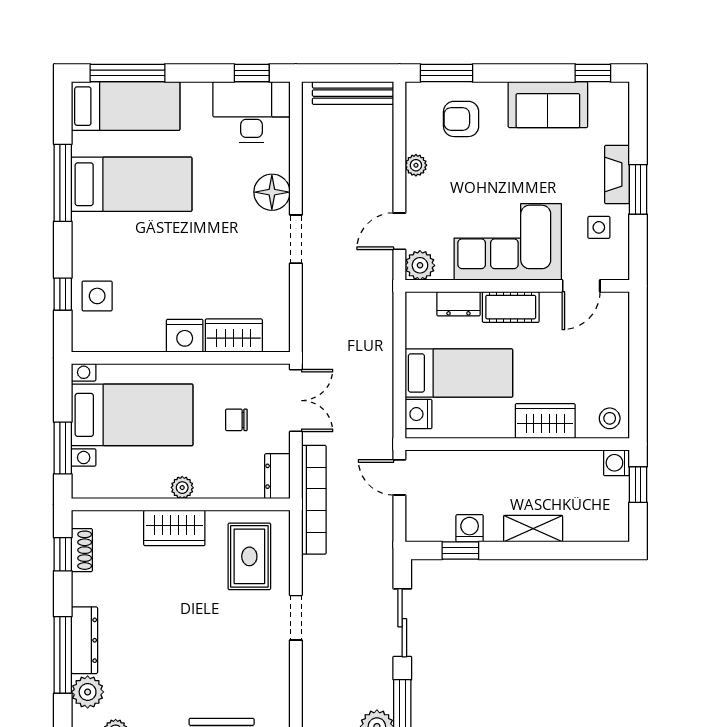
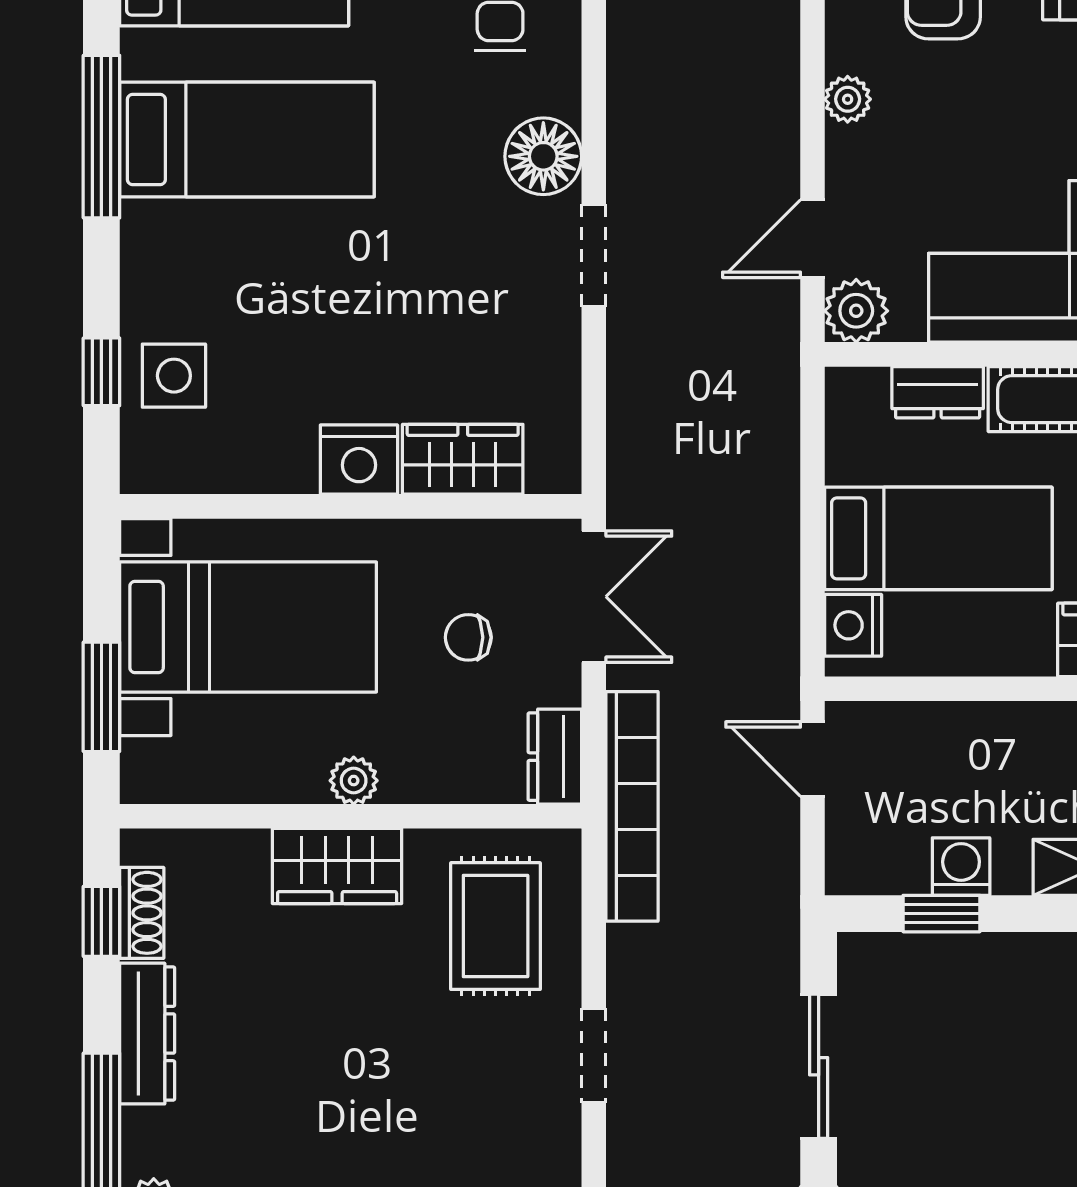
dresser: (85, 640) -> (147, 1034), moved

